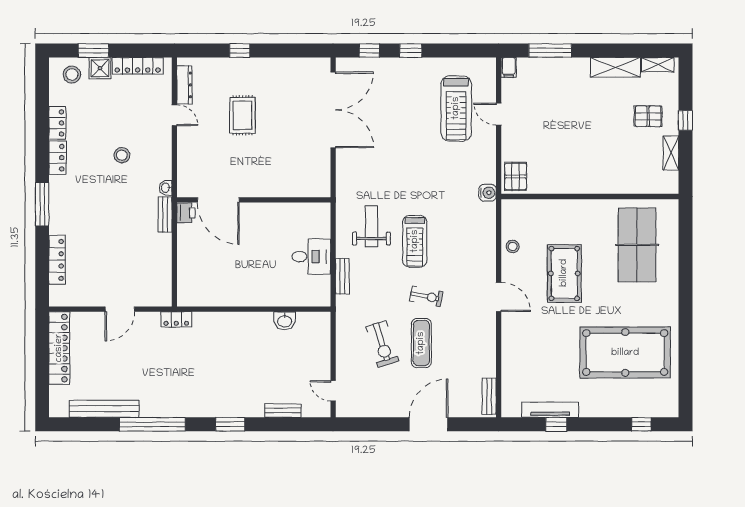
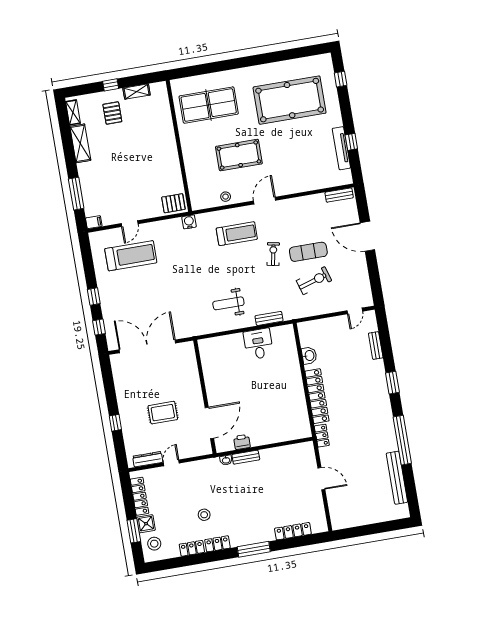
stool: (122, 155) -> (204, 515), moved
door: (218, 200) -> (209, 423), moved
wall: (254, 200) -> (205, 397), moved
treadmill: (415, 241) -> (237, 234), moved
locker: (59, 348) -> (317, 396), moved, turned 90
pool table: (625, 353) -> (290, 100), turned 90

